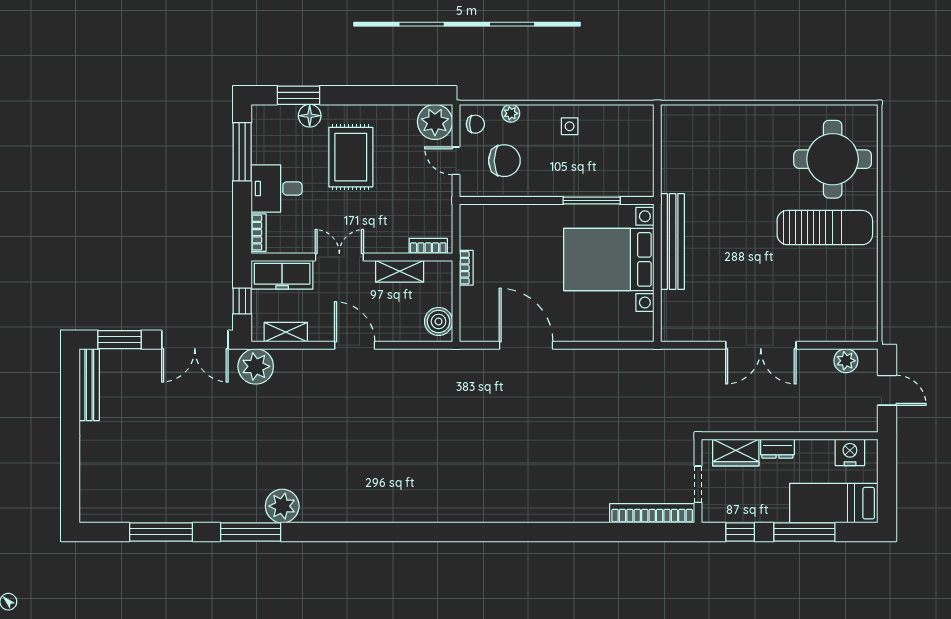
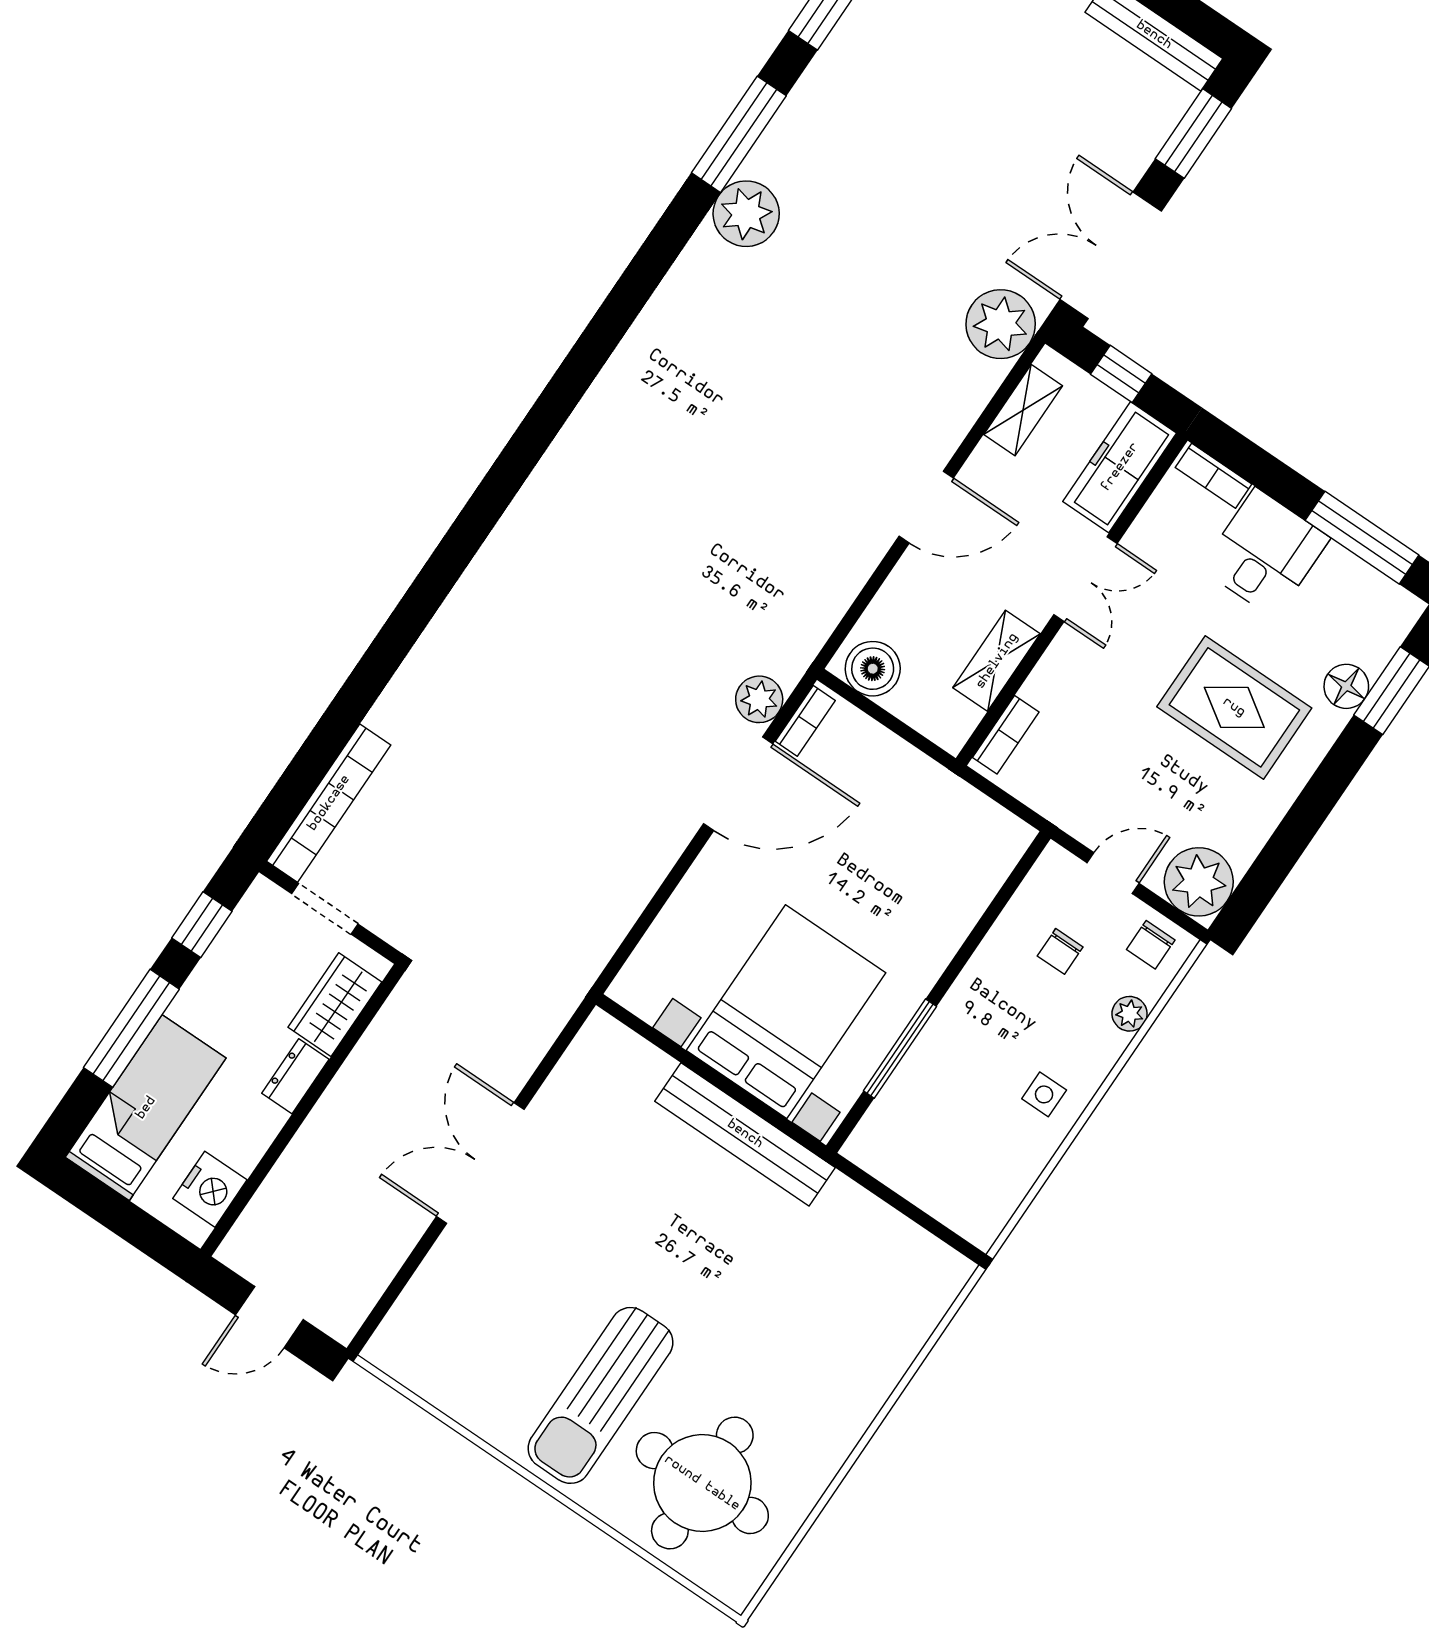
chair: (504, 161) -> (1060, 951), width x0.54, depth x0.54
bookcase: (466, 268) -> (805, 721), moved, turned -90
plant: (846, 361) -> (759, 699), moved

